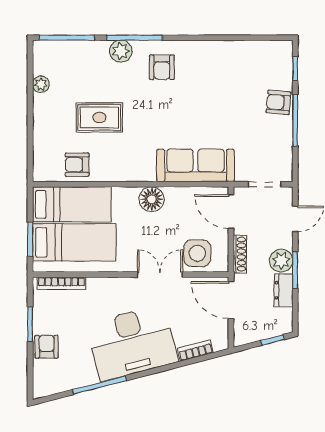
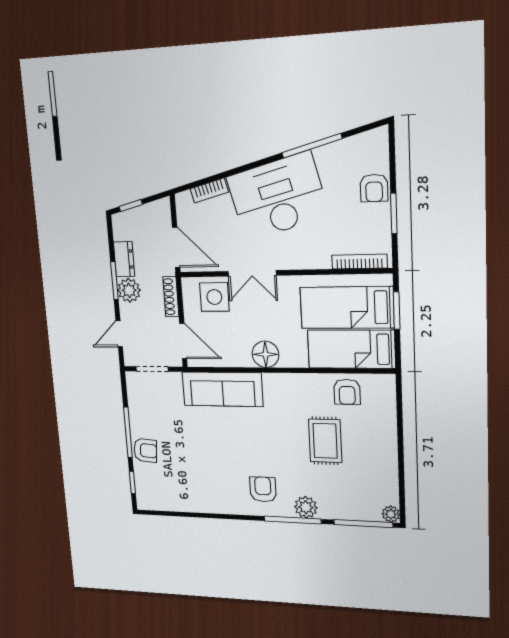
plant: (41, 84) -> (391, 514), moved
rug: (99, 117) -> (325, 441), turned 90
armchair: (77, 165) -> (347, 392), turned 90

